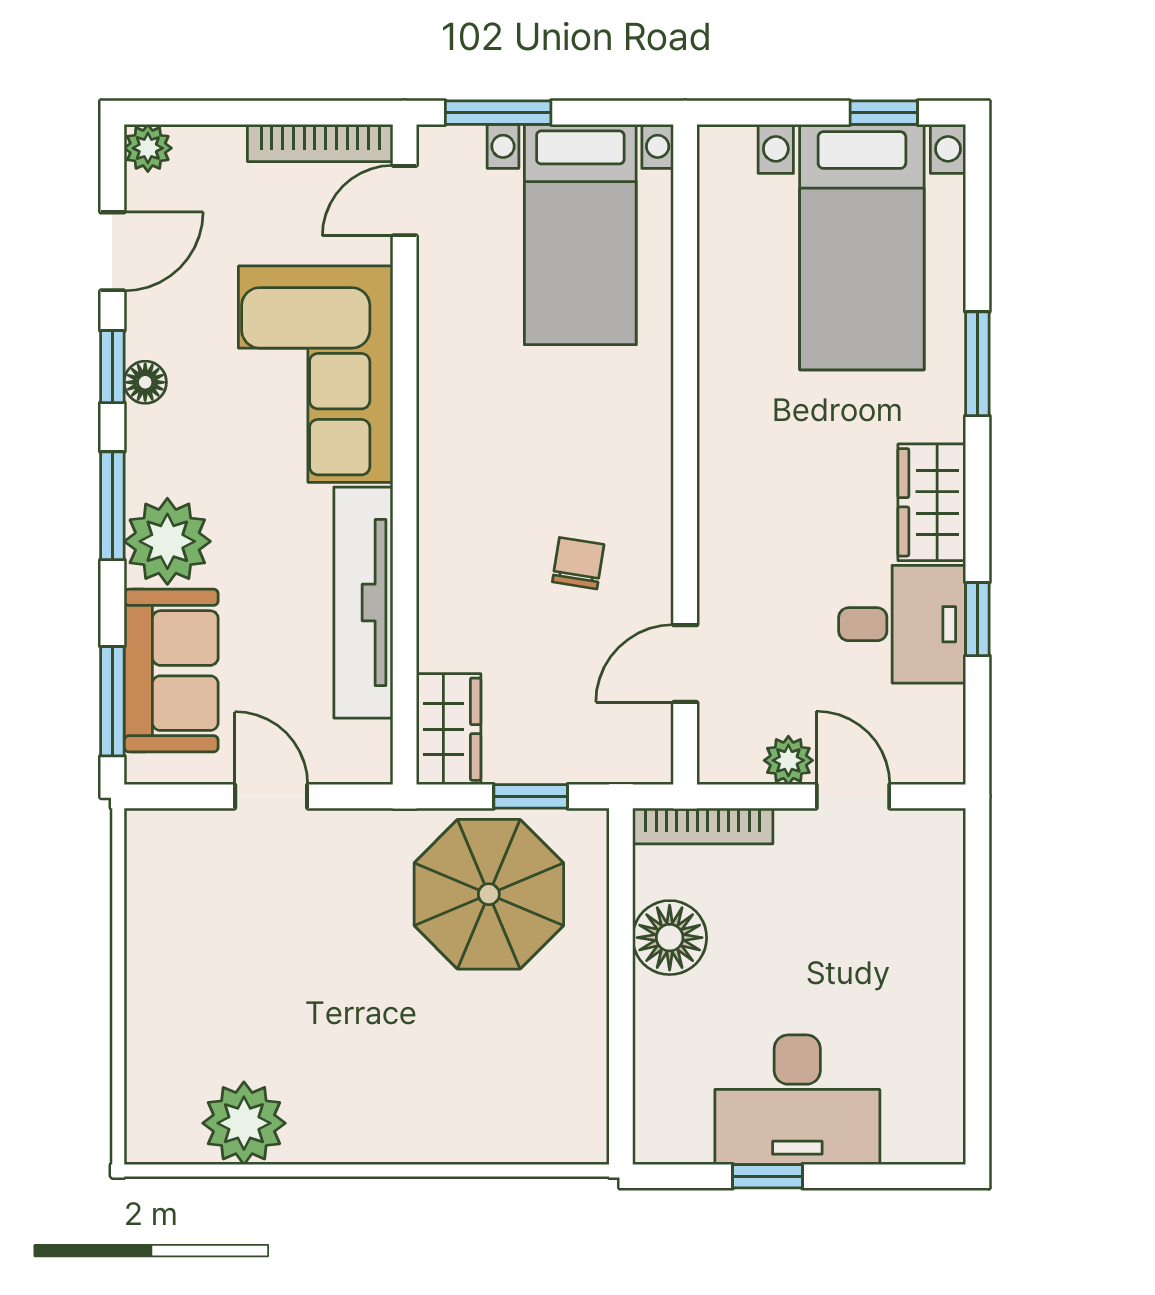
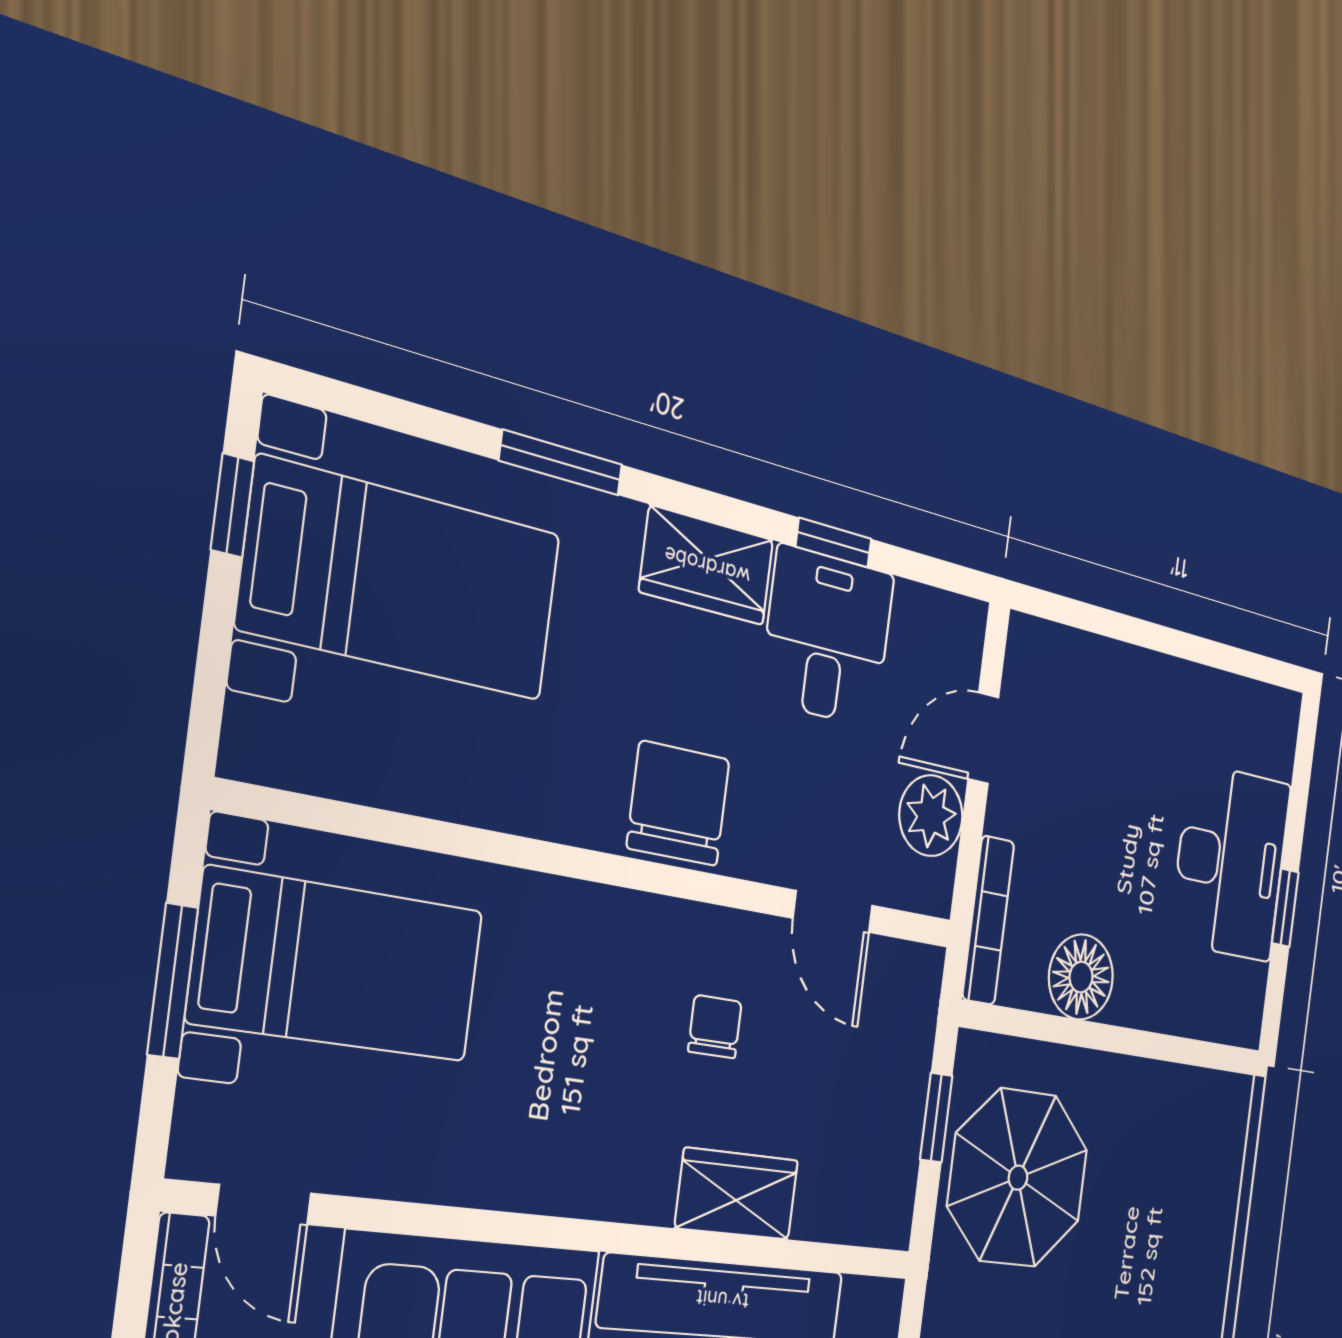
window: (498, 113) -> (173, 981), moved
chair: (745, 504) -> (678, 803), added
chair: (578, 563) -> (715, 1027), turned 81
wardrobe: (449, 729) -> (737, 1194), moved
plant: (788, 760) -> (931, 816), width x1.38, depth x1.38

